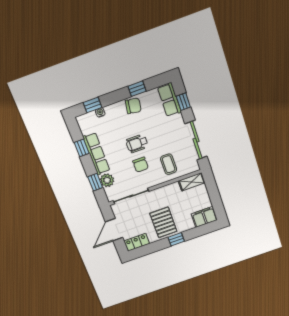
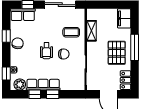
plant: (107, 180) -> (20, 84), moved
window: (95, 182) -> (53, 94), moved
shelving: (192, 182) -> (92, 31), moved
pallet: (163, 222) -> (117, 53), turned 90
window: (176, 239) -> (135, 47), width x2.17

